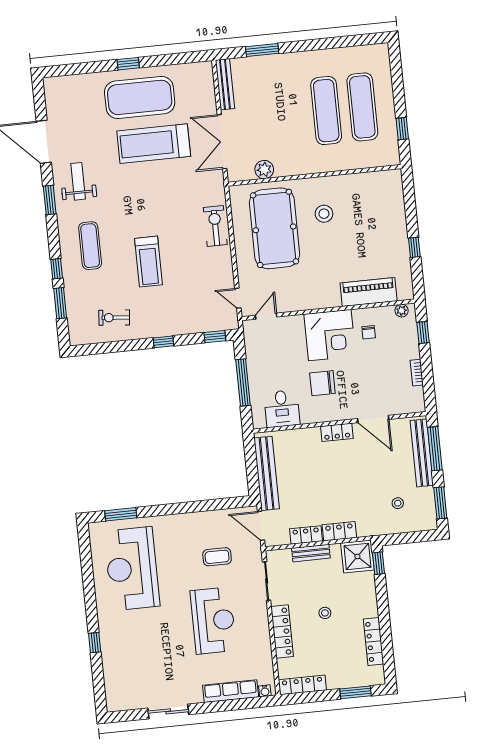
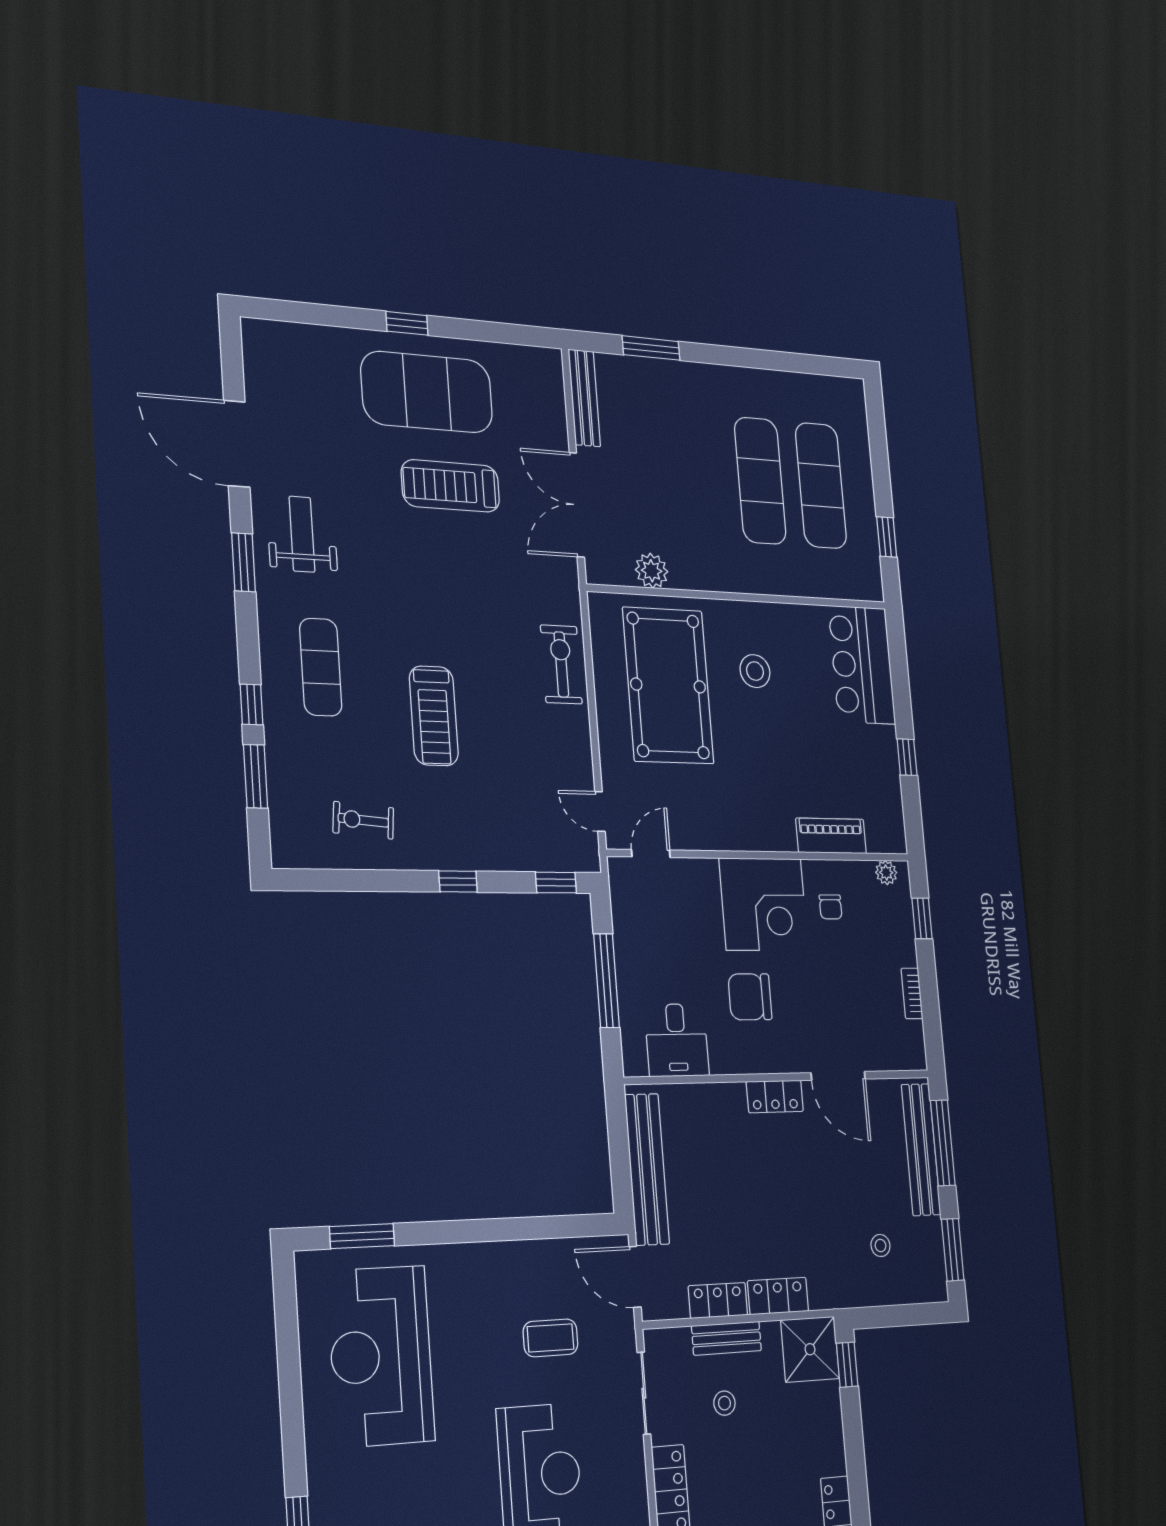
treadmill: (154, 144) -> (451, 486), width x0.73, depth x0.73
bar counter: (387, 201) -> (862, 665), added
piano: (369, 292) -> (831, 836), width x0.73, depth x0.75
stool: (325, 613) -> (724, 1403), moved

